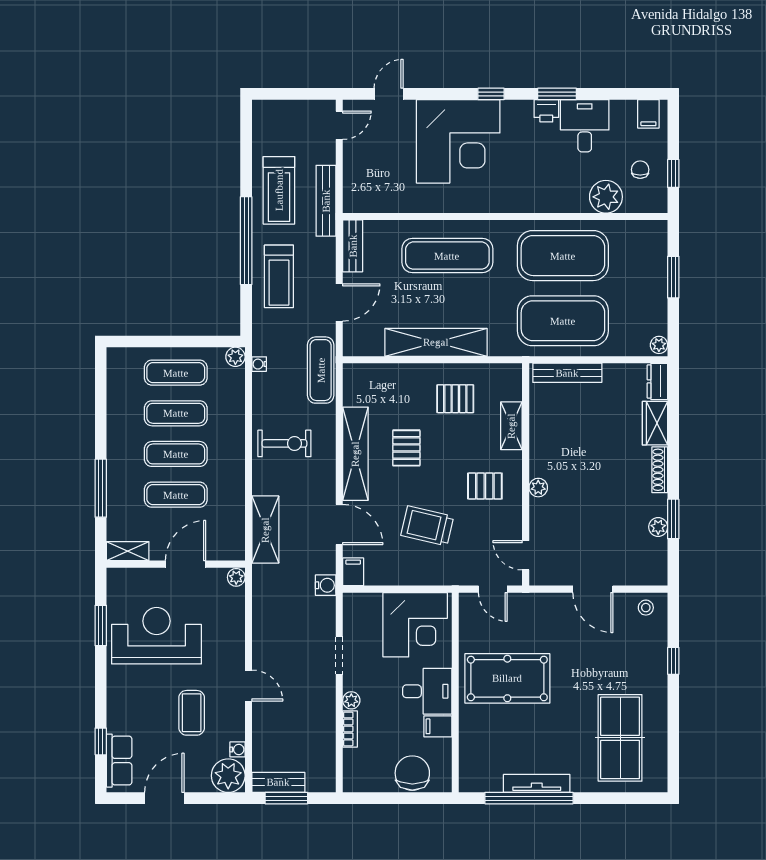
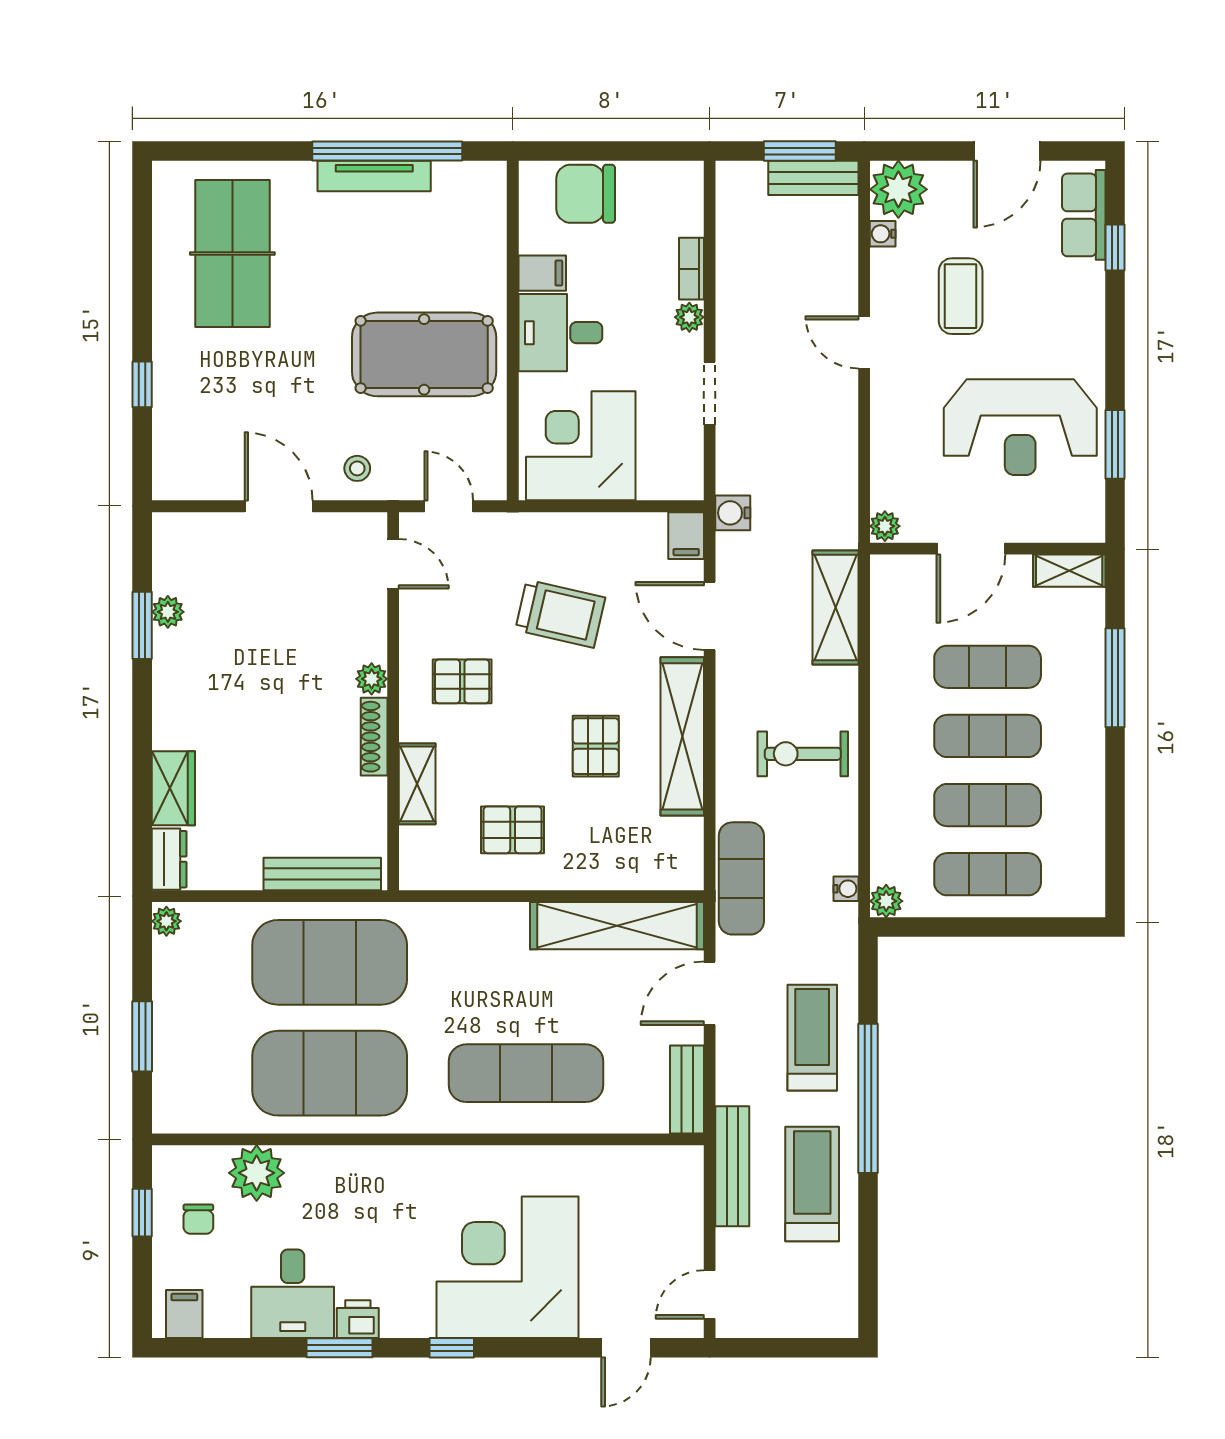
shelving: (436, 342) -> (617, 926), moved
shoe rack: (660, 470) -> (374, 737), moved, turned 180
stool: (646, 608) -> (357, 468), moved
chair: (412, 773) -> (586, 194), turned 90

